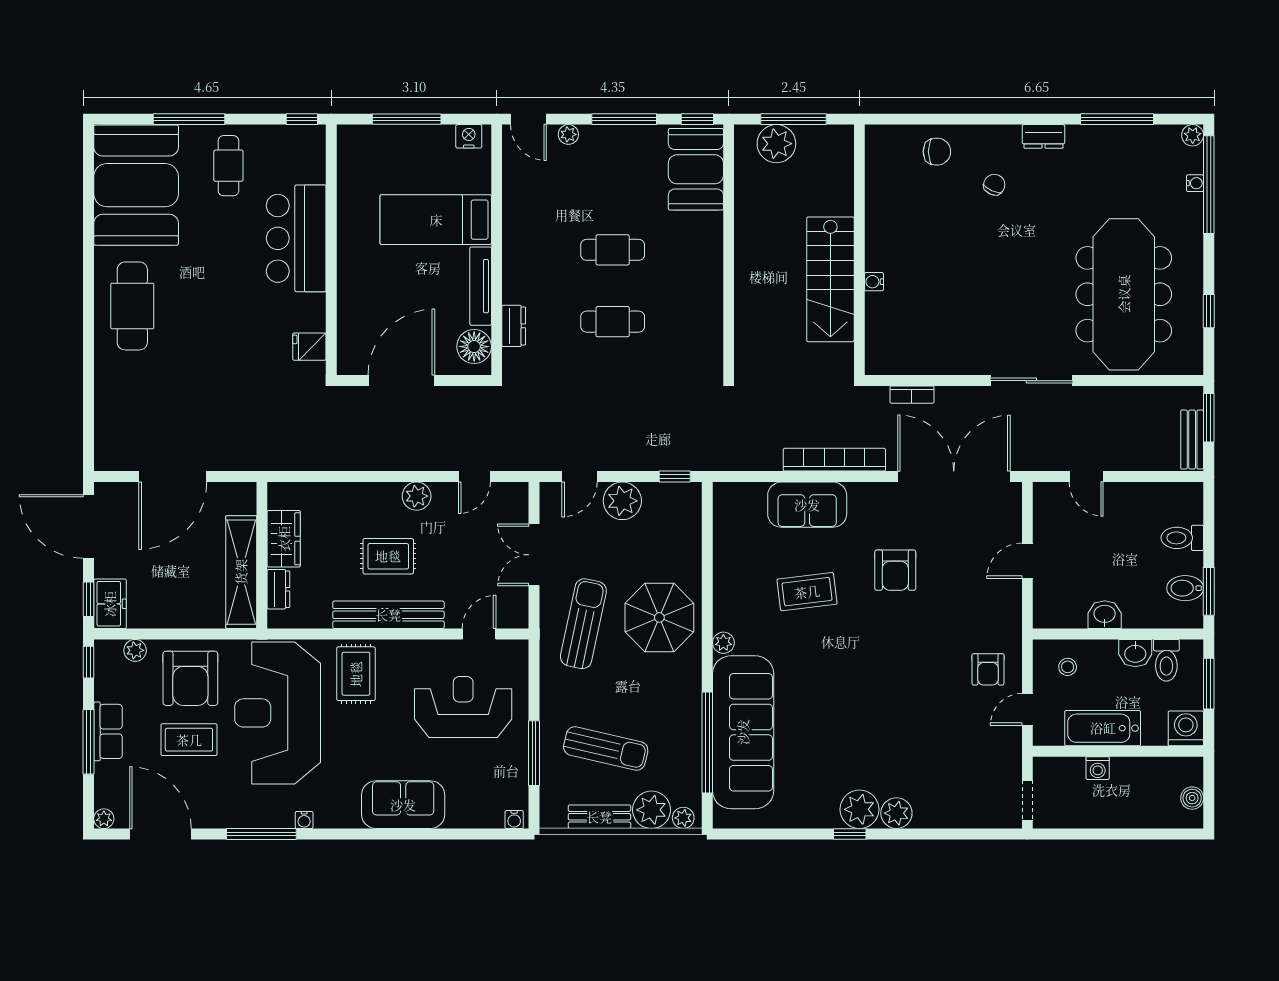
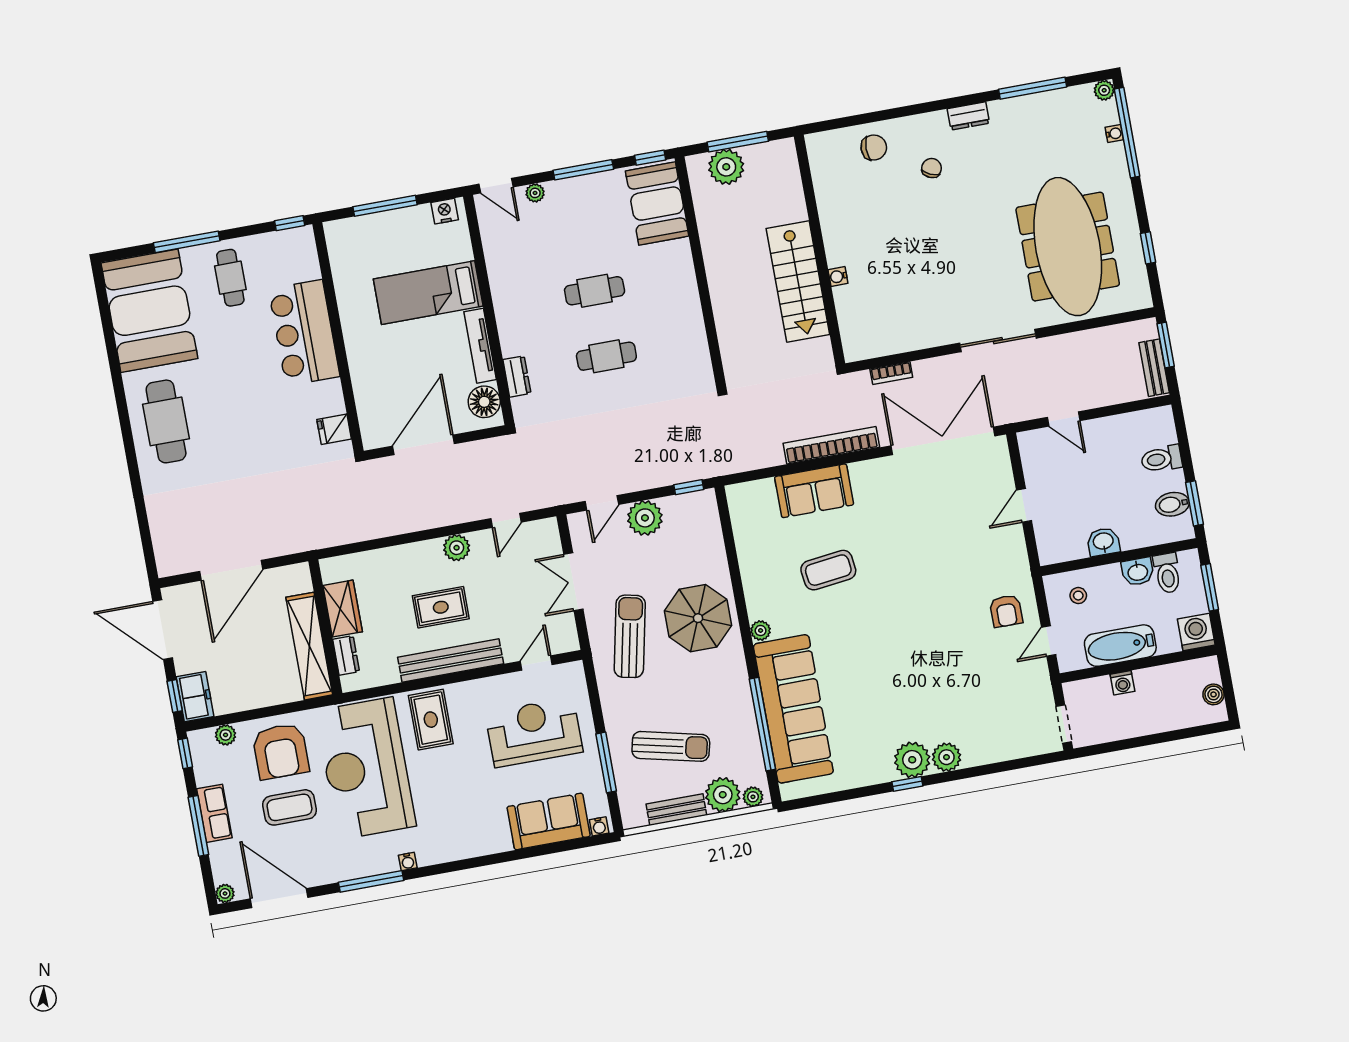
armchair: (895, 570) -> (905, 536), removed
sofa: (403, 805) -> (549, 821), moved

